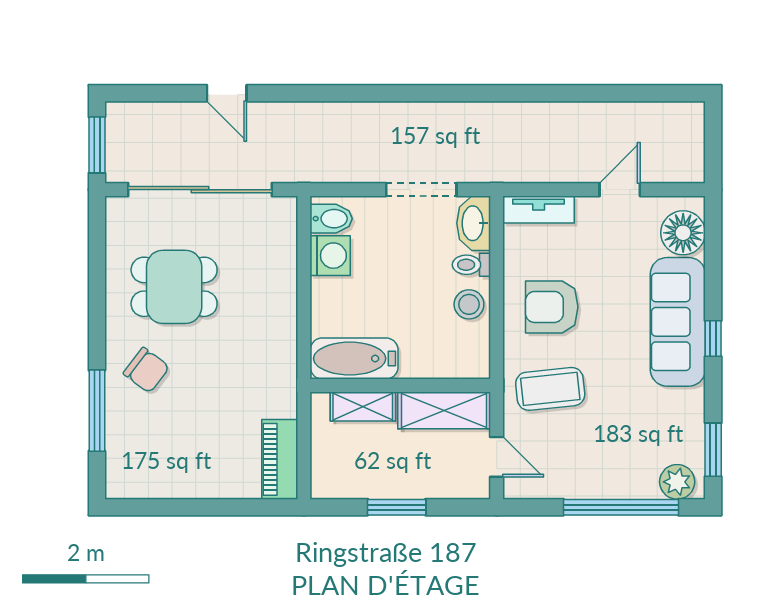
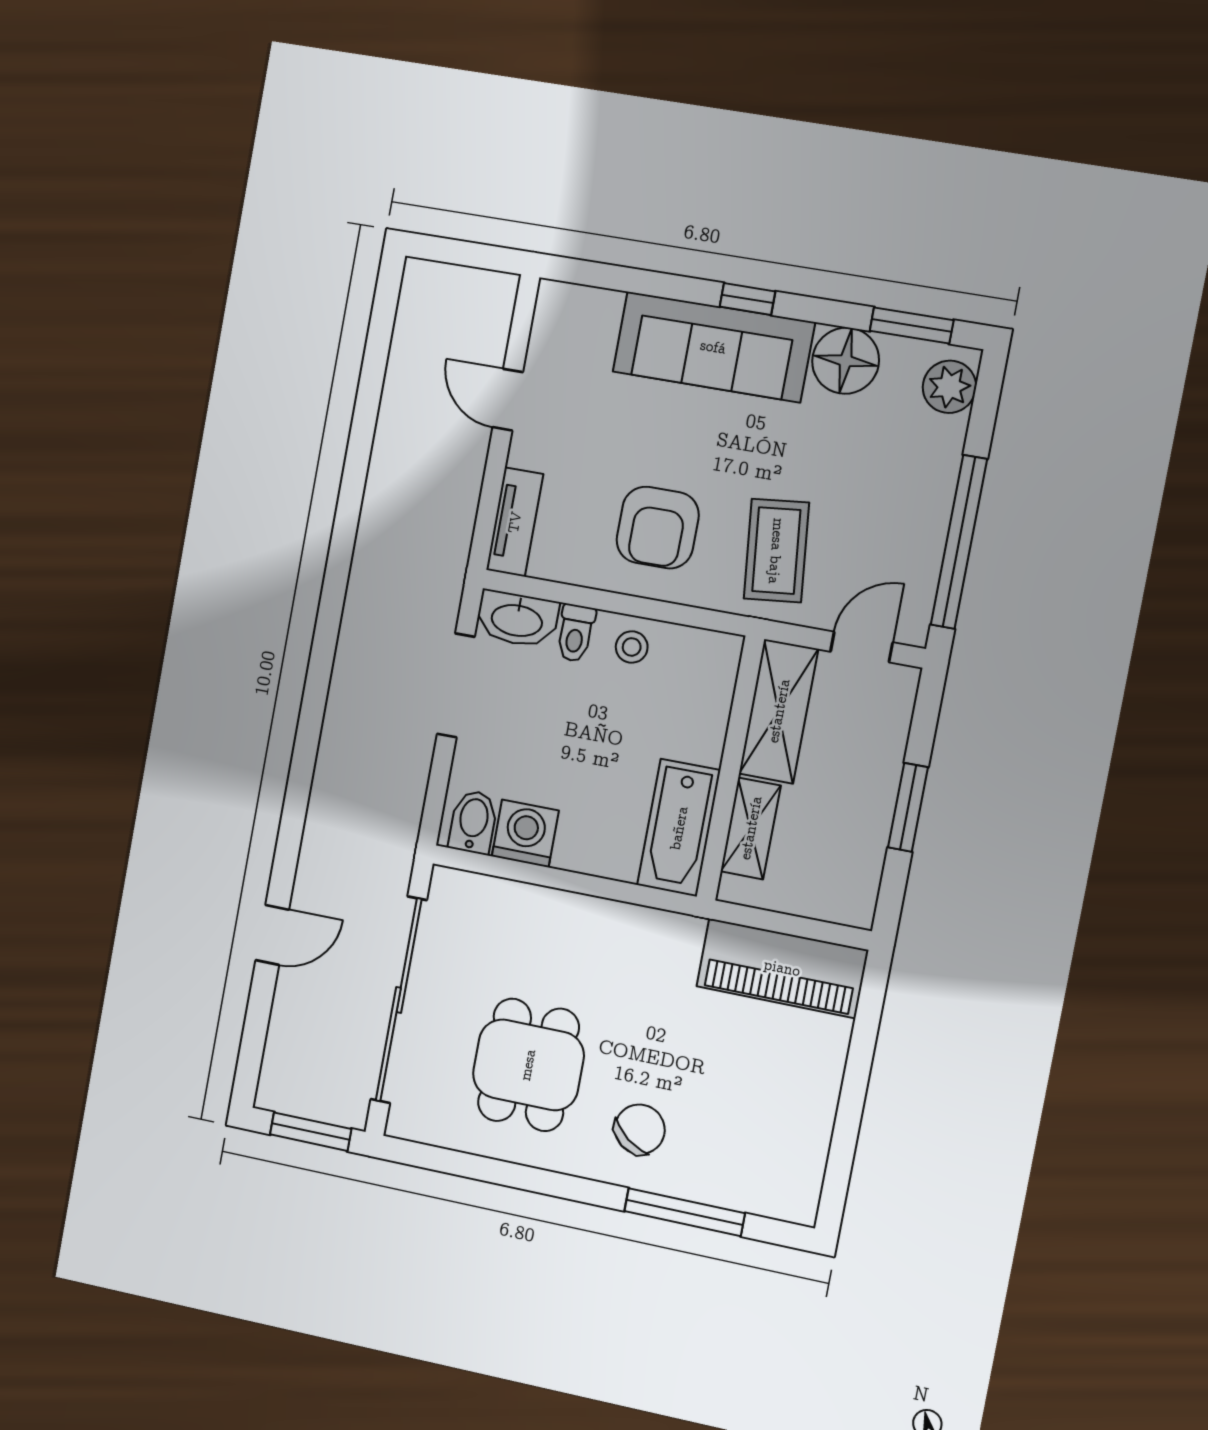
floor lamp: (683, 233) -> (846, 361), moved
stool: (469, 304) -> (632, 647), width x0.73, depth x0.73
piano: (280, 459) -> (782, 968), width x1.37, depth x1.33
window: (621, 507) -> (959, 542), moved

